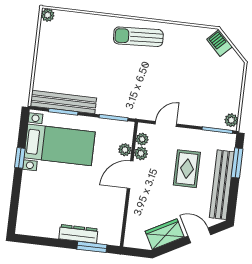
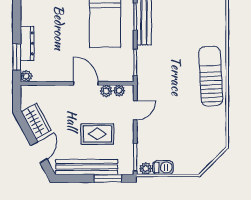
sun lounger: (138, 37) -> (211, 76), width x1.36, depth x1.34
barbecue: (220, 43) -> (163, 168), moved, turned 45
door: (166, 124) -> (135, 110), hinge flipped
plant: (125, 150) -> (26, 76), moved

